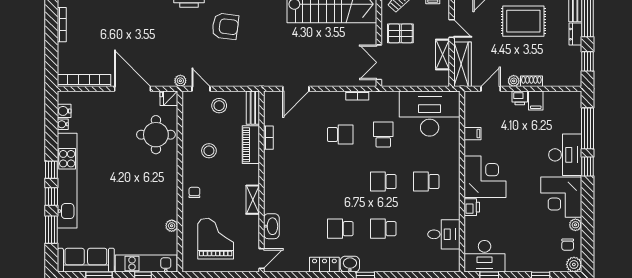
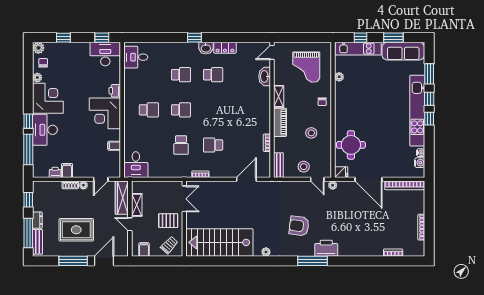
printer: (520, 98) -> (55, 172), moved
desk: (430, 114) -> (136, 165), width x0.53, depth x0.77
piano: (251, 145) -> (280, 122), moved
desk: (444, 234) -> (136, 57), moved

